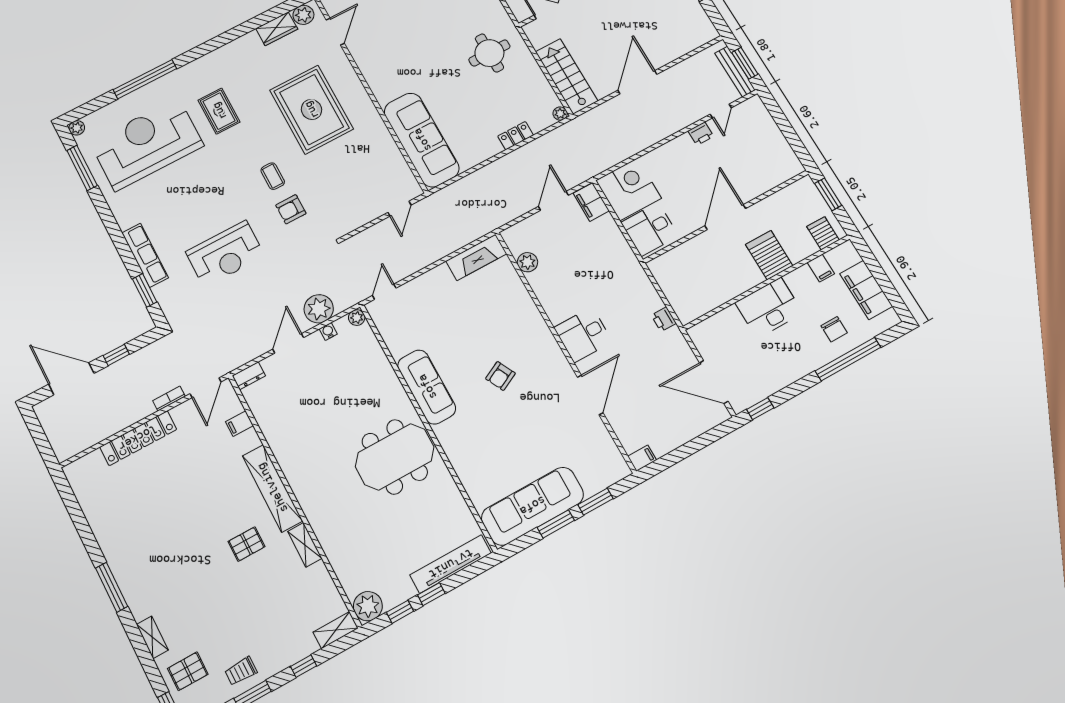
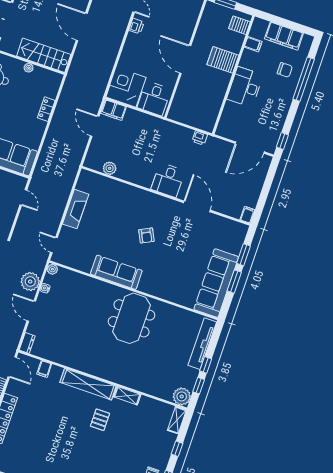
plant: (560, 114) -> (29, 68), moved
fireplace: (476, 257) -> (76, 209), moved

